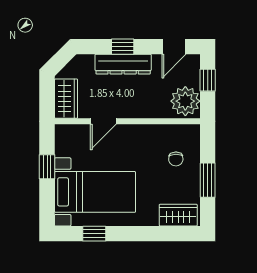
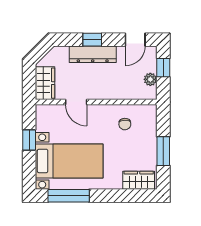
plant: (185, 101) -> (150, 79), width x0.53, depth x0.53
door: (103, 121) -> (76, 102), hinge flipped
chair: (176, 159) -> (125, 124), moved
window: (94, 234) -> (69, 196), width x2.17

